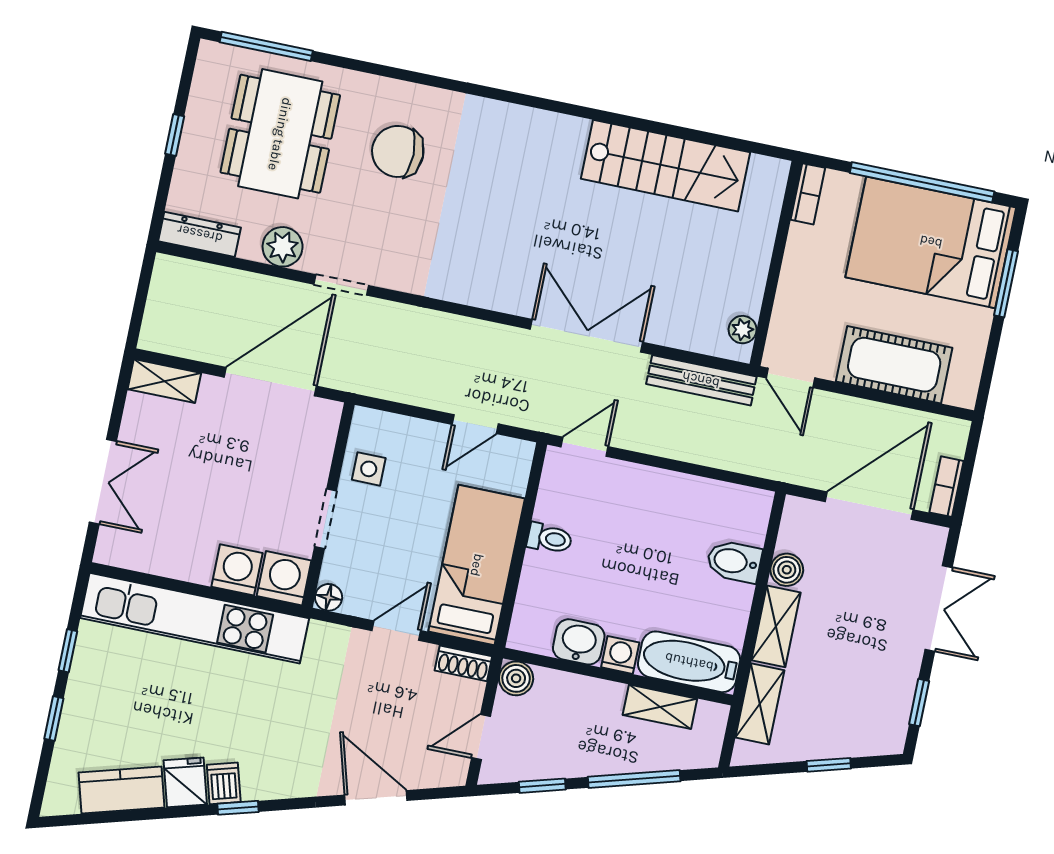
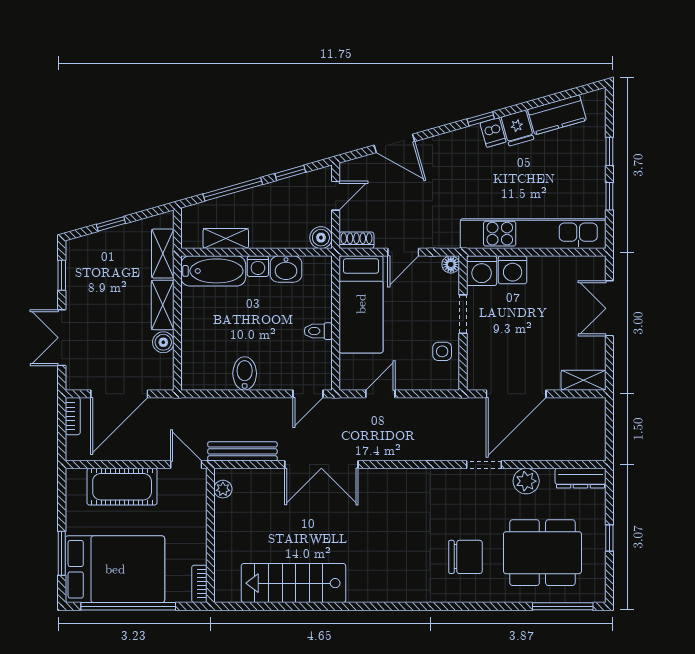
dining table: (280, 134) -> (542, 553), turned 90
bidet: (734, 561) -> (245, 373), moved, turned -90

